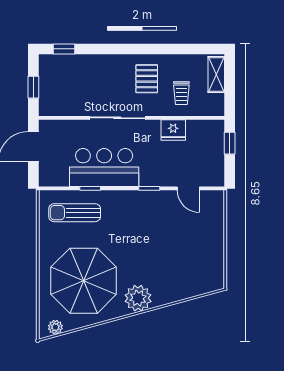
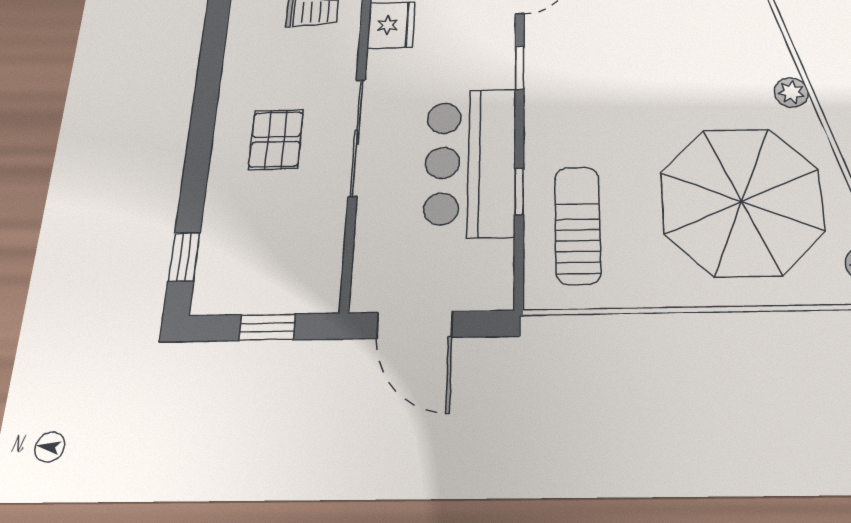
pallet: (147, 79) -> (276, 139), moved, turned 90
sun lounger: (75, 213) -> (578, 225), turned 180
plant: (138, 298) -> (791, 92), width x0.53, depth x0.53

